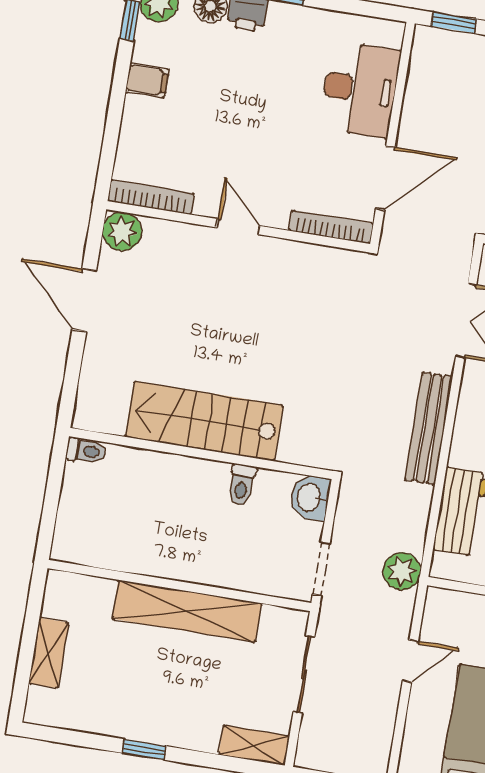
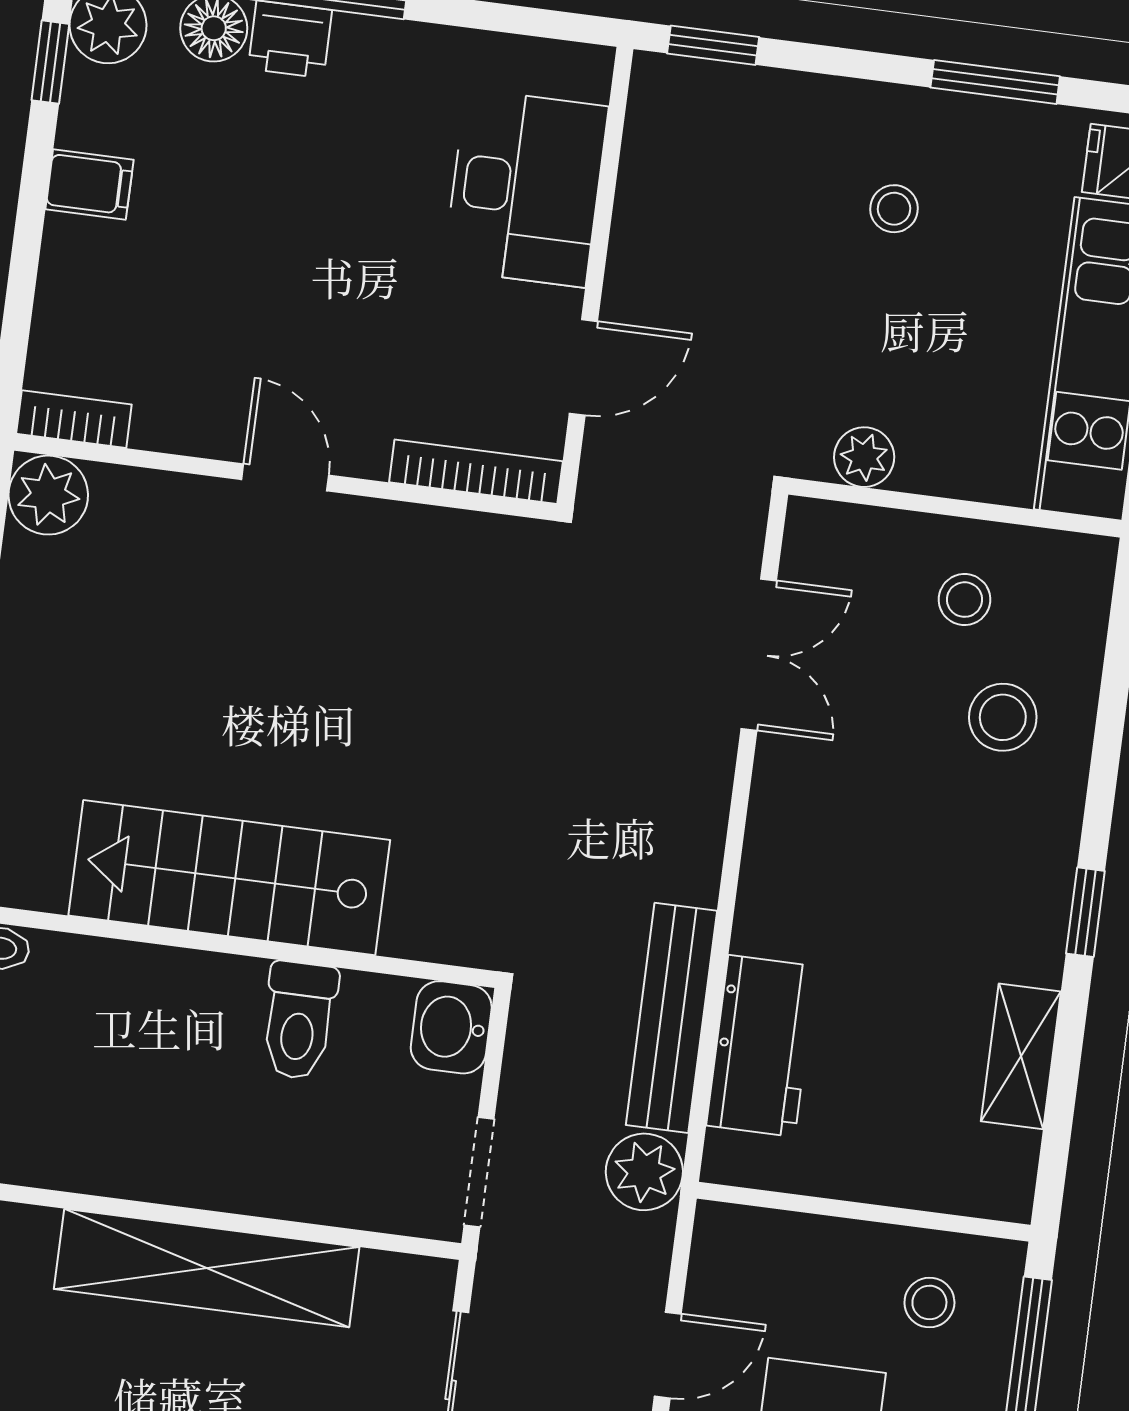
door: (385, 178) -> (583, 367), width x0.73
bookcase: (151, 197) -> (74, 419), width x0.64
bench: (429, 428) -> (671, 1018), moved
toilet: (242, 485) -> (299, 1020), width x1.37, depth x1.39

